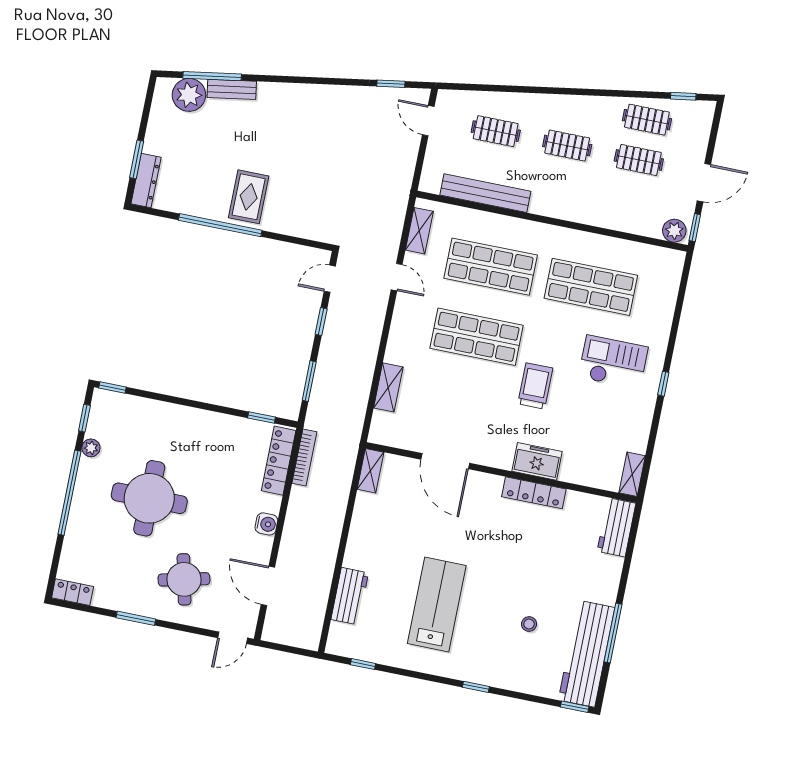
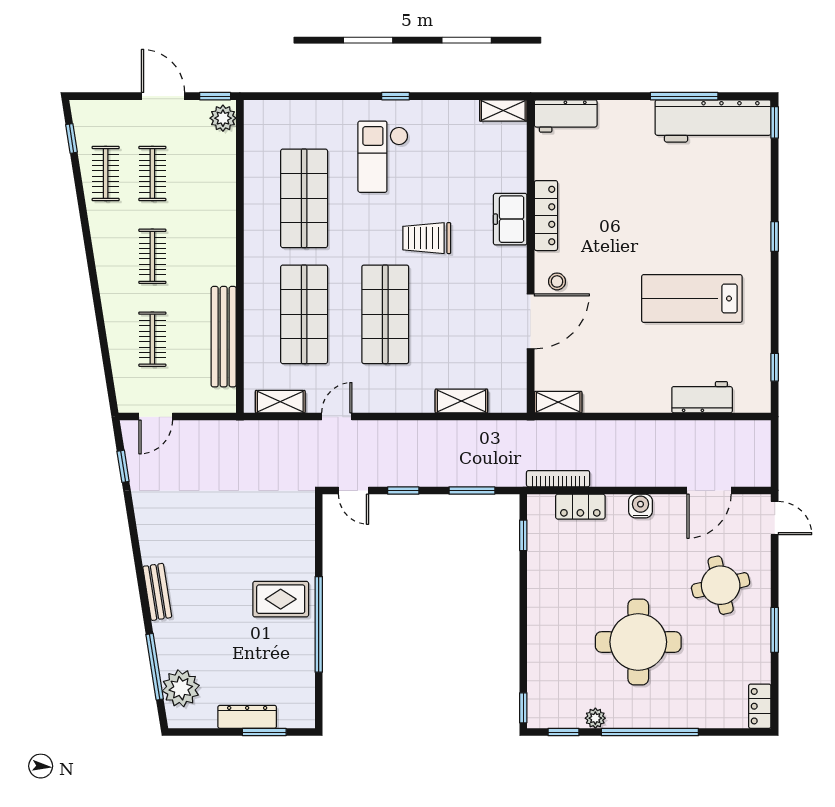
bench: (232, 89) -> (157, 592), moved
dresser: (146, 181) -> (247, 717), moved
locker: (279, 461) -> (580, 507), width x0.66
stool: (529, 624) -> (557, 281), moved

